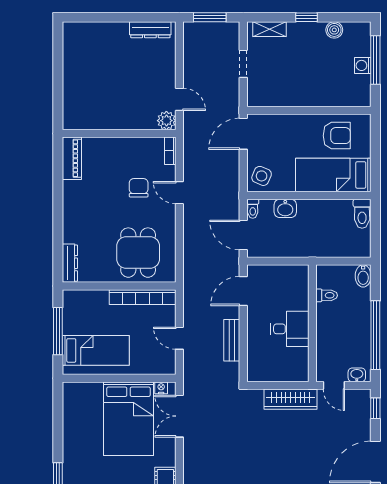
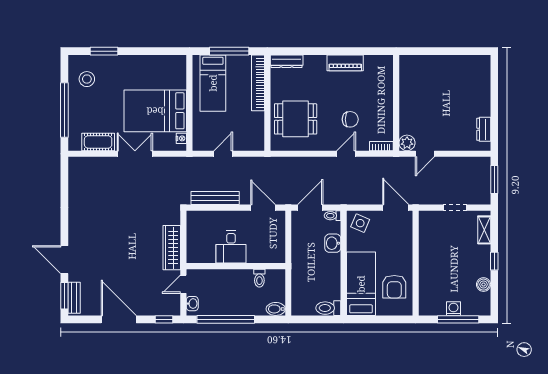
dresser: (150, 30) -> (484, 129), width x0.70
piano: (72, 158) -> (345, 63), moved
bookcase: (143, 297) -> (258, 83), moved
bench: (232, 340) -> (215, 198), width x1.36
double door: (179, 416) -> (135, 154), moved

